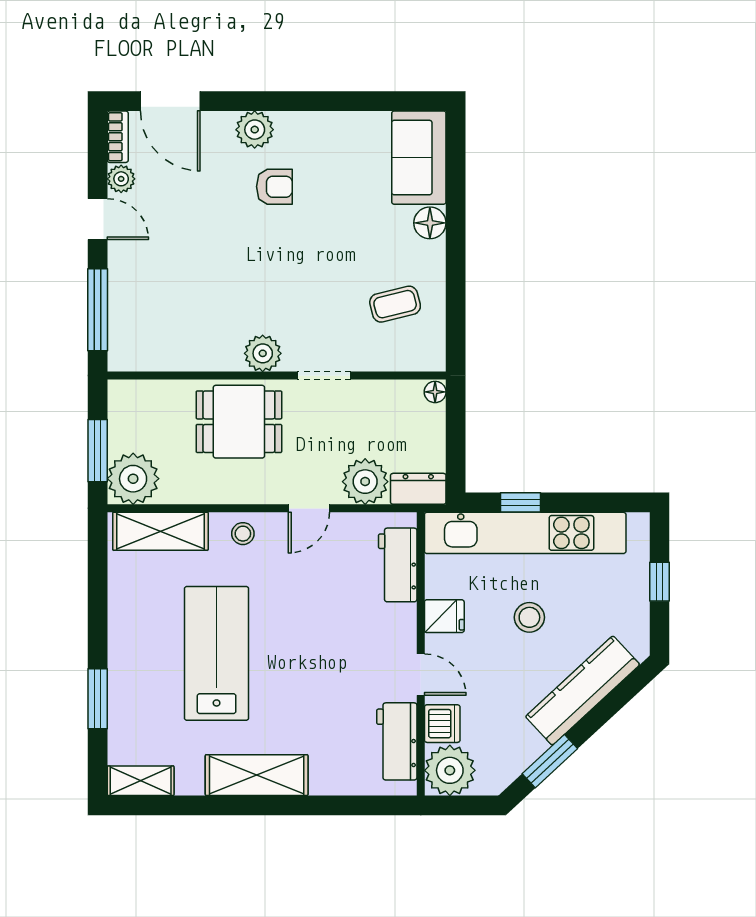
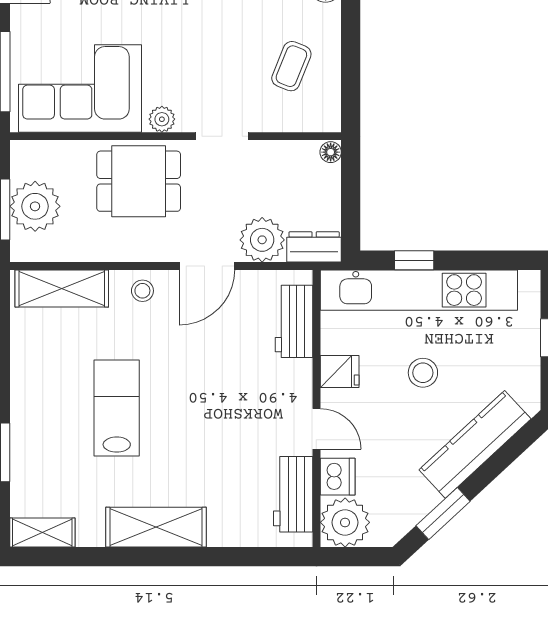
coffee table: (395, 304) -> (291, 66), turned -54
corner sofa: (179, 327) -> (80, 88), added
plant: (263, 353) -> (162, 119), width x0.73, depth x0.73
plant: (133, 479) -> (35, 206), moved
door: (309, 508) -> (207, 266), width x1.38
lab bench: (217, 653) -> (117, 408), width x0.73, depth x0.72

